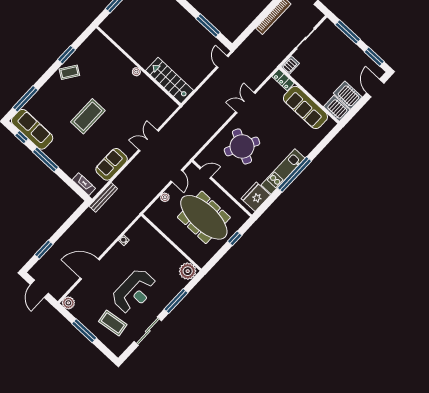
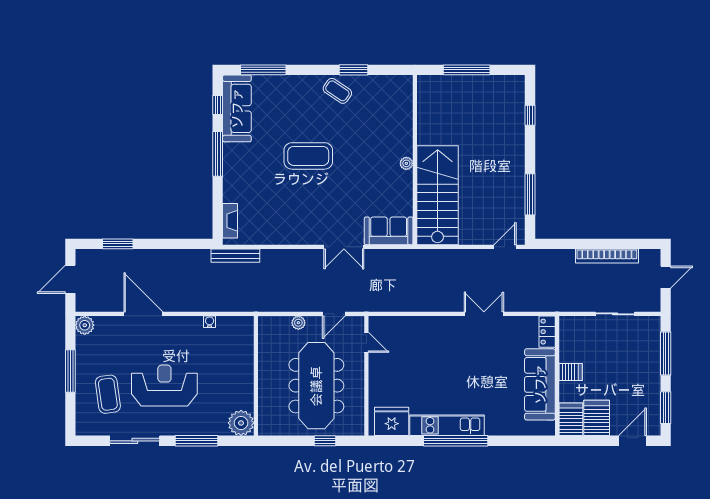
server rack: (290, 65) -> (571, 372), moved
stairs: (170, 80) -> (438, 195), width x1.36, depth x1.51
double door: (149, 140) -> (344, 247), swing flipped
round table: (242, 146) -> (433, 355), removed
sofa: (112, 164) -> (389, 231), moved
reception desk: (134, 291) -> (164, 386), turned 180

